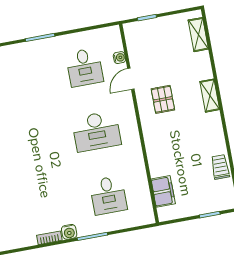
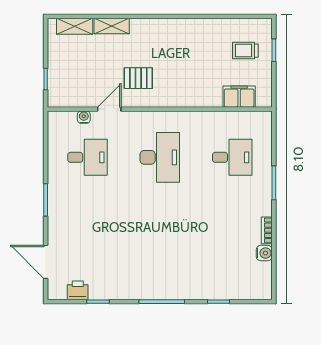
door: (131, 79) -> (109, 109), swing flipped
shelving: (210, 96) -> (112, 26), moved
trolley: (220, 167) -> (245, 51), moved
water cooler: (69, 232) -> (264, 253), moved

